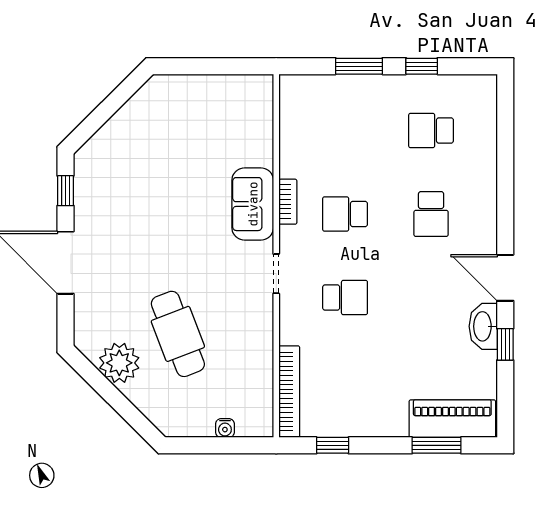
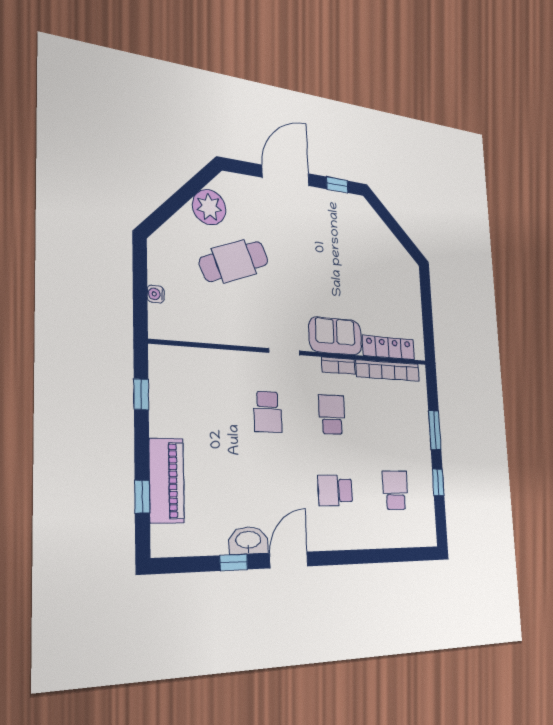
locker: (261, 128) -> (389, 348), added
bookcase: (289, 392) -> (388, 370), moved
piano: (452, 419) -> (167, 480), moved
window: (437, 445) -> (142, 497), width x0.67

